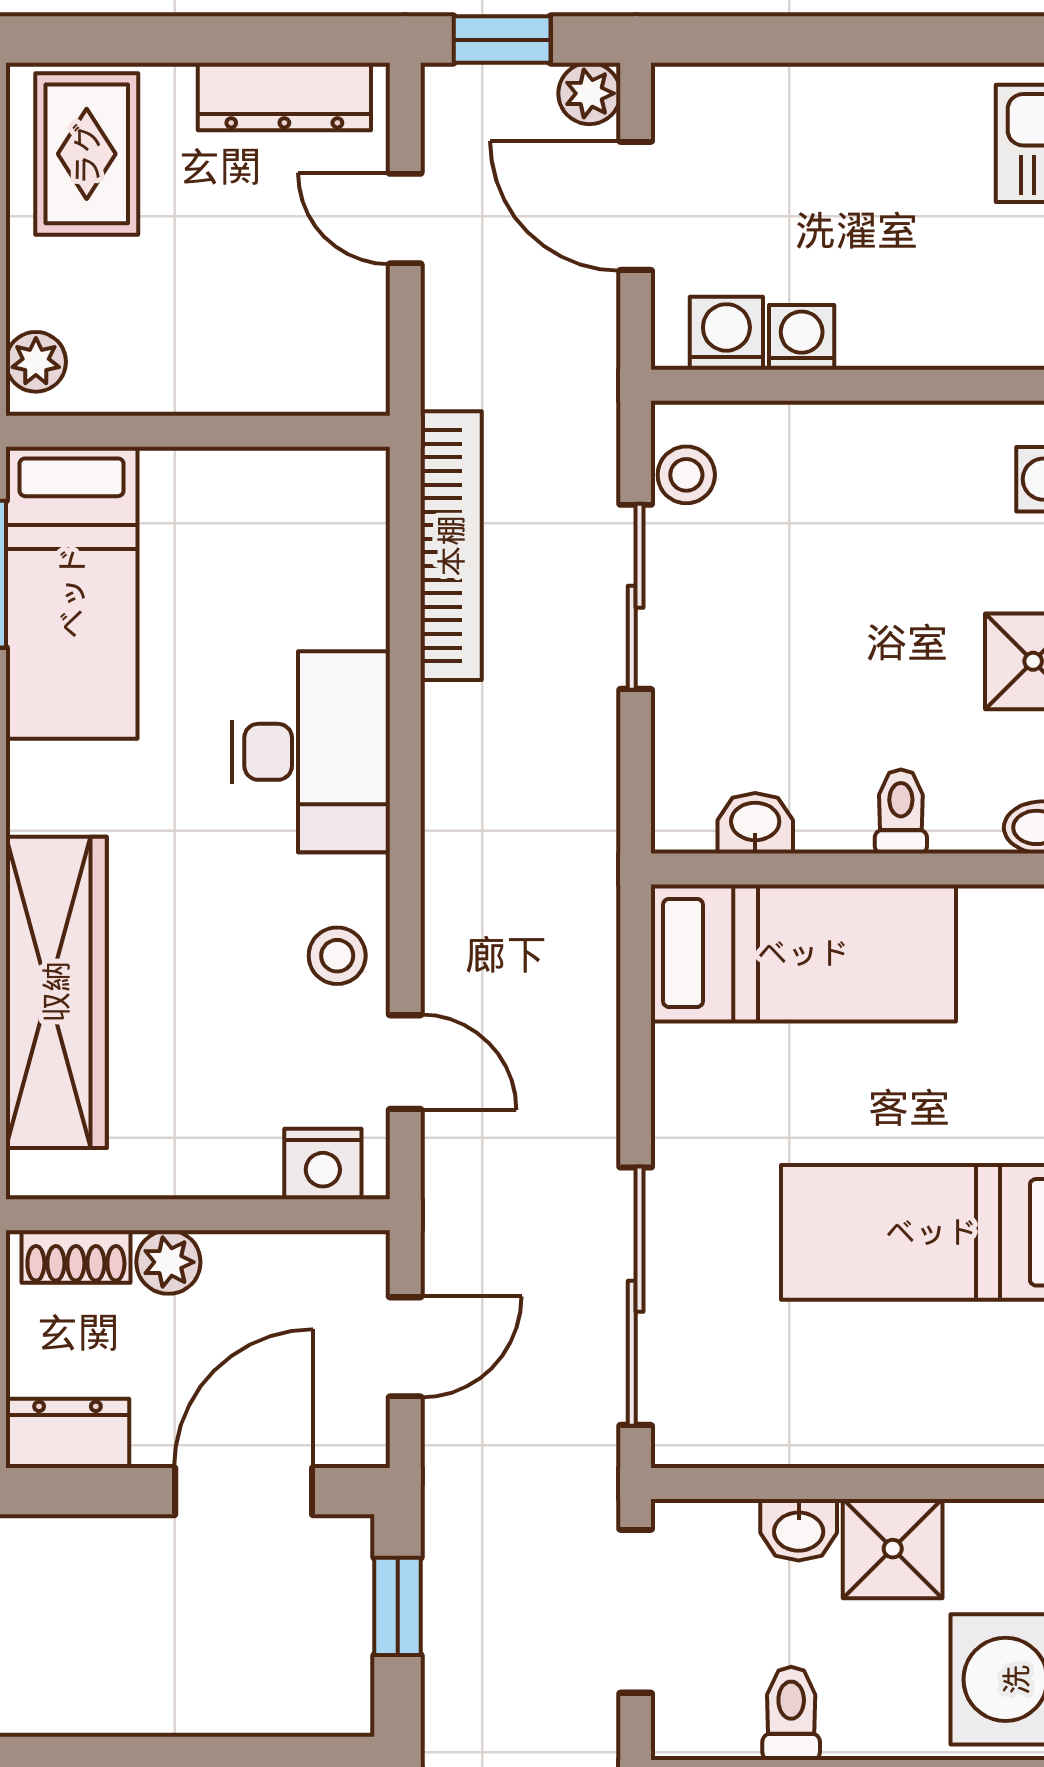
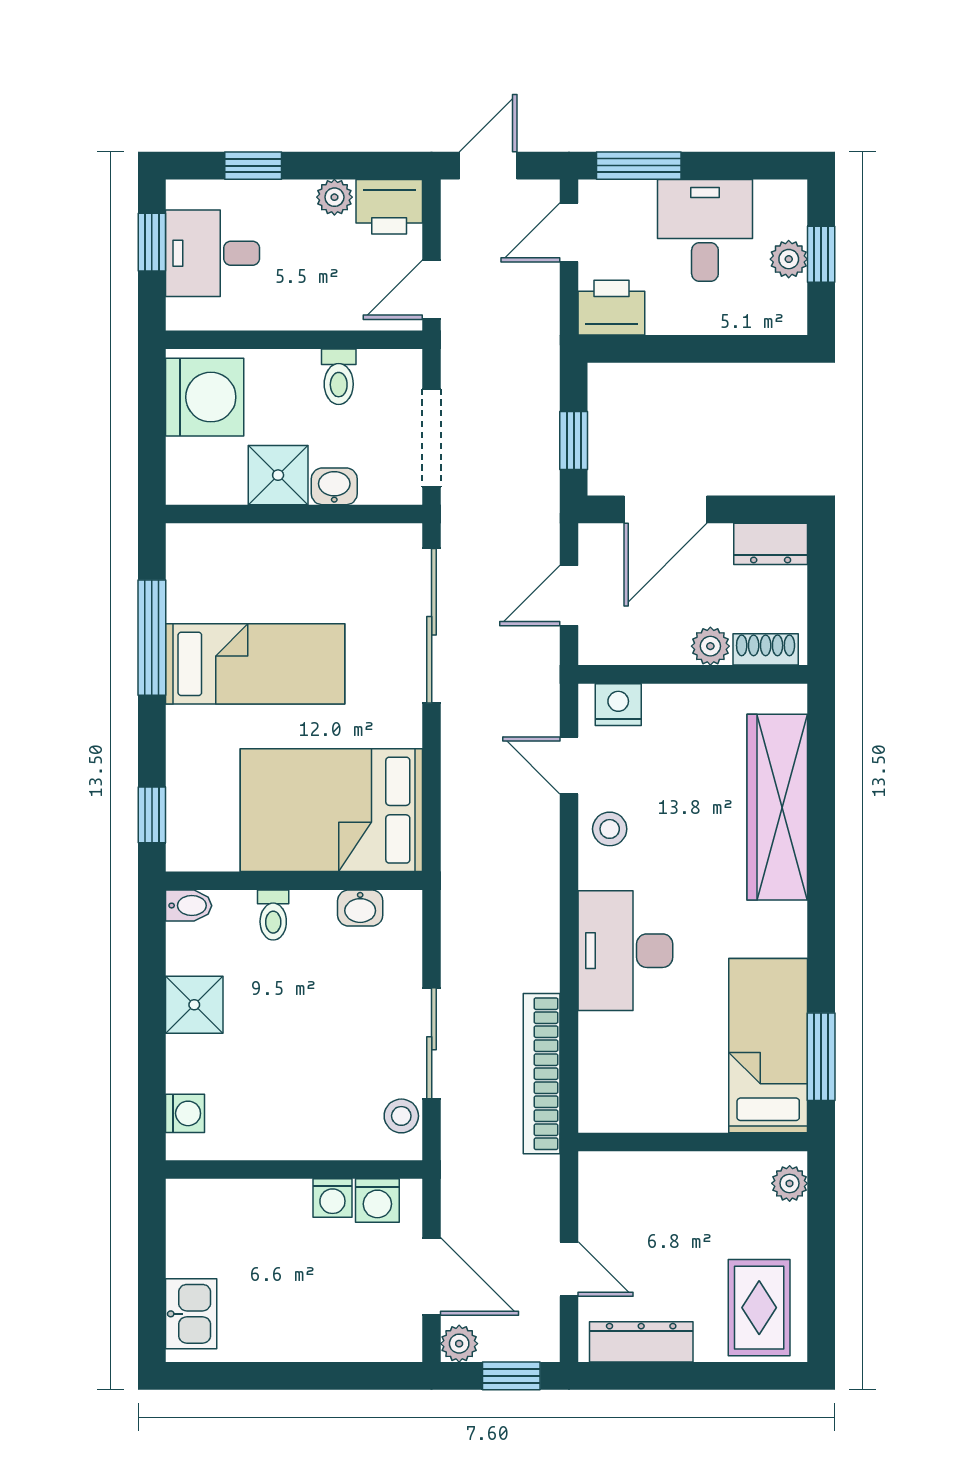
bed: (803, 953) -> (331, 810), width x1.50

